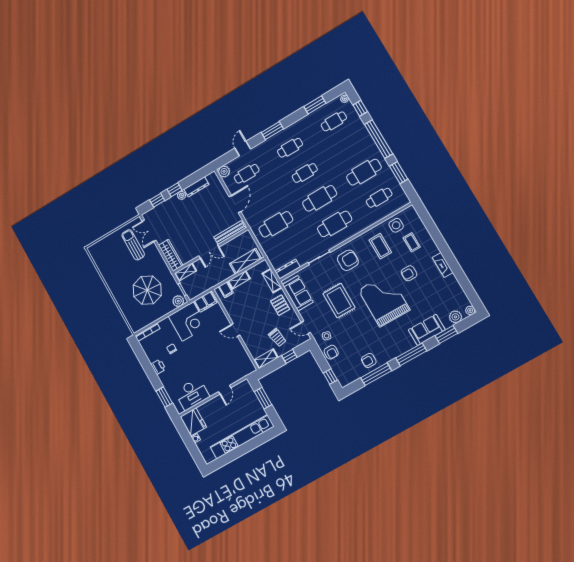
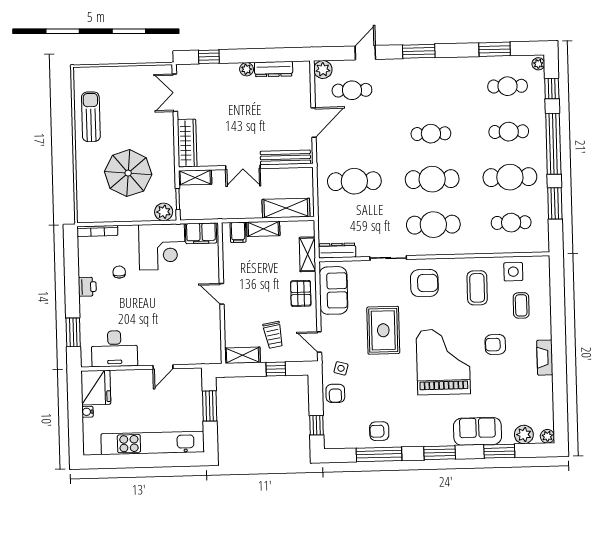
cafe table: (290, 148) -> (509, 132), moved
window: (174, 190) -> (241, 56), removed
sun lounger: (133, 245) -> (91, 117), moved
window: (411, 354) -> (440, 453), width x0.69

